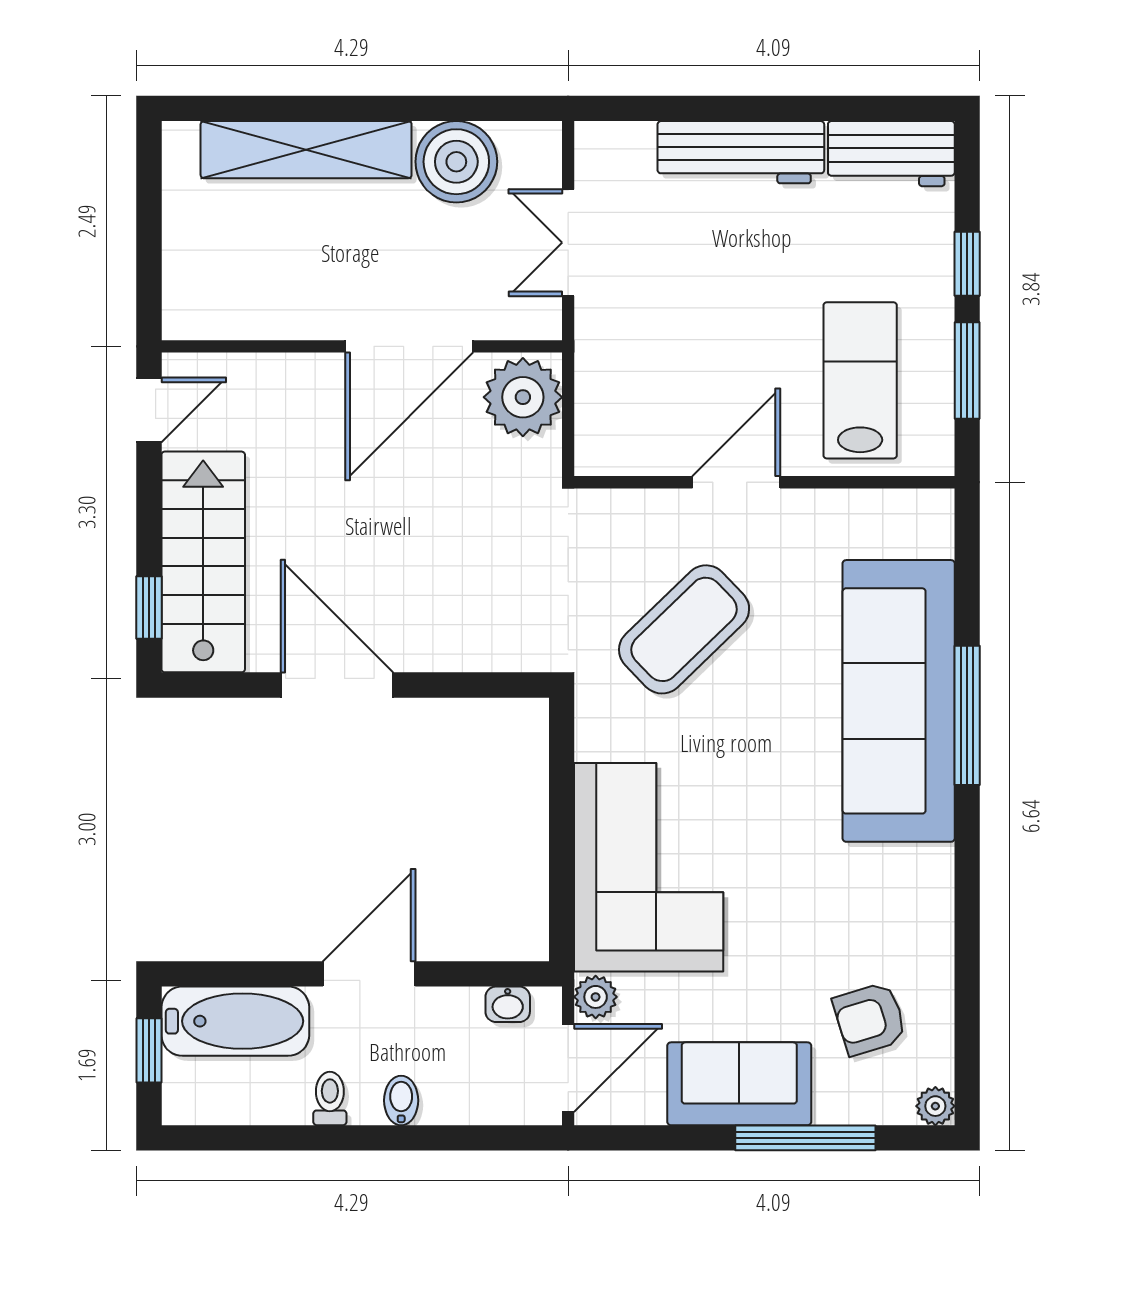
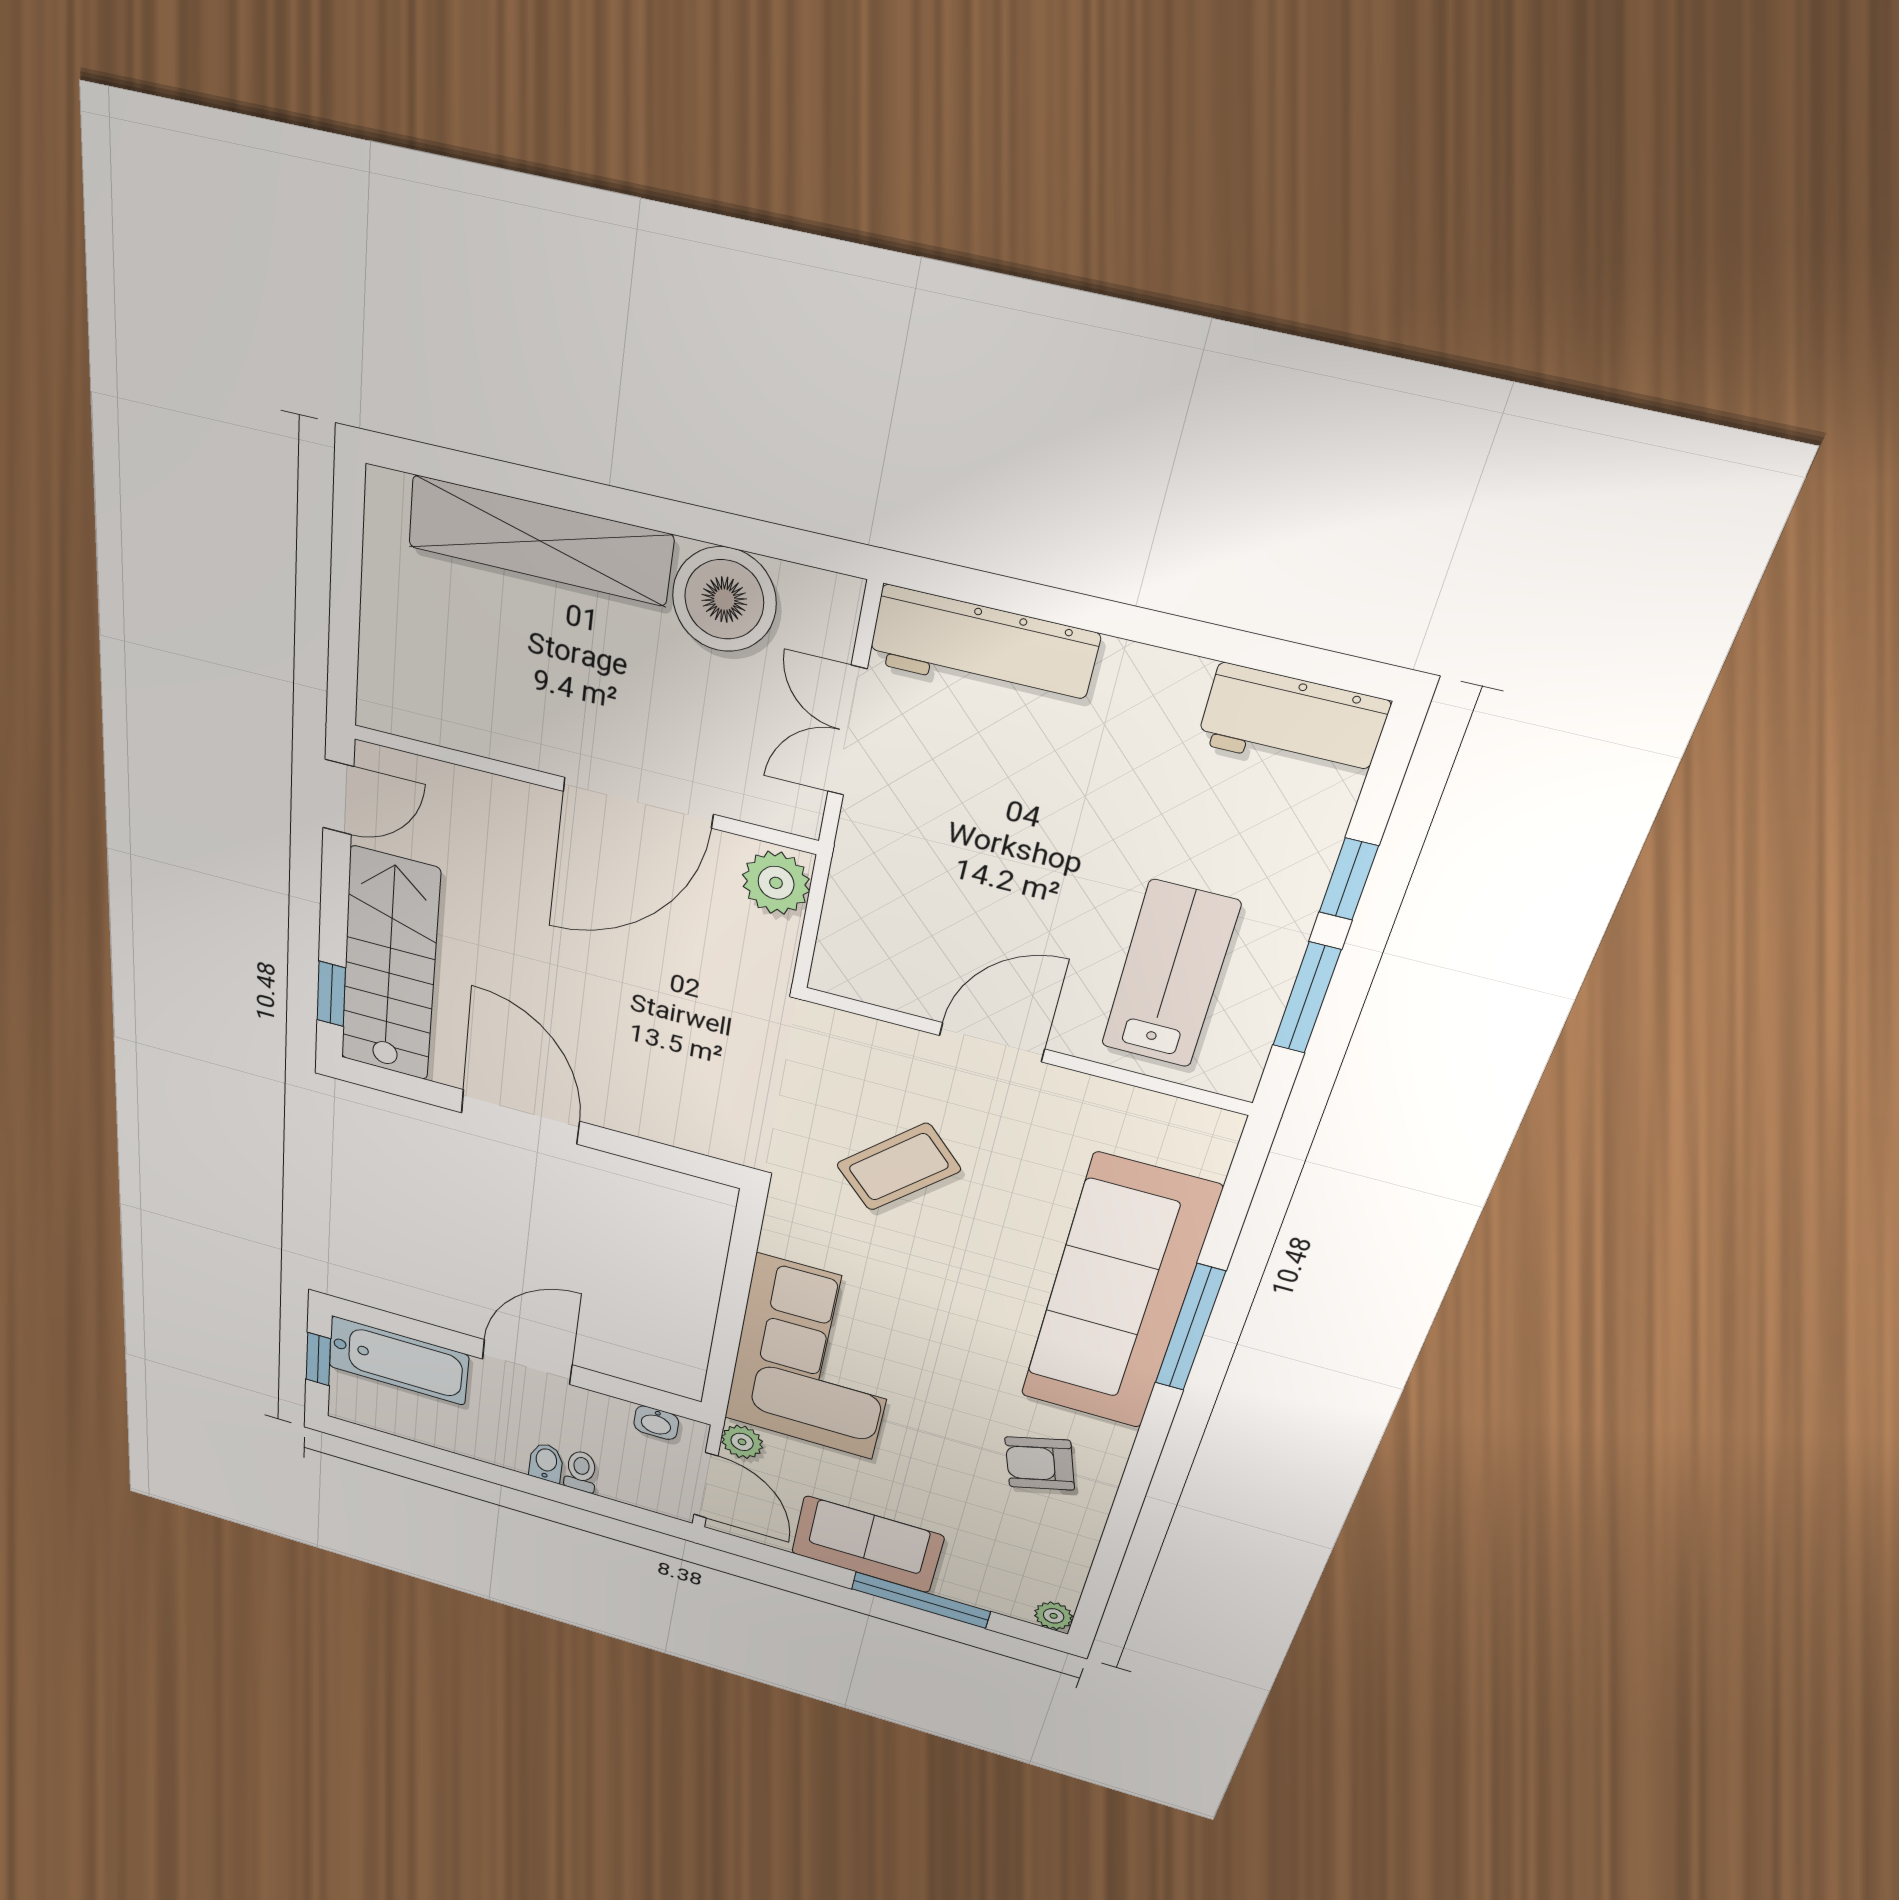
workbench: (741, 152) -> (983, 648), moved
plant: (523, 397) -> (776, 883), width x0.73, depth x0.73
coffee table: (684, 629) -> (899, 1167), width x0.73, depth x0.76
armchair: (870, 1019) -> (1040, 1464), moved
door: (568, 1068) -> (706, 1485), hinge flipped
toilet: (330, 1098) -> (581, 1471), moved

